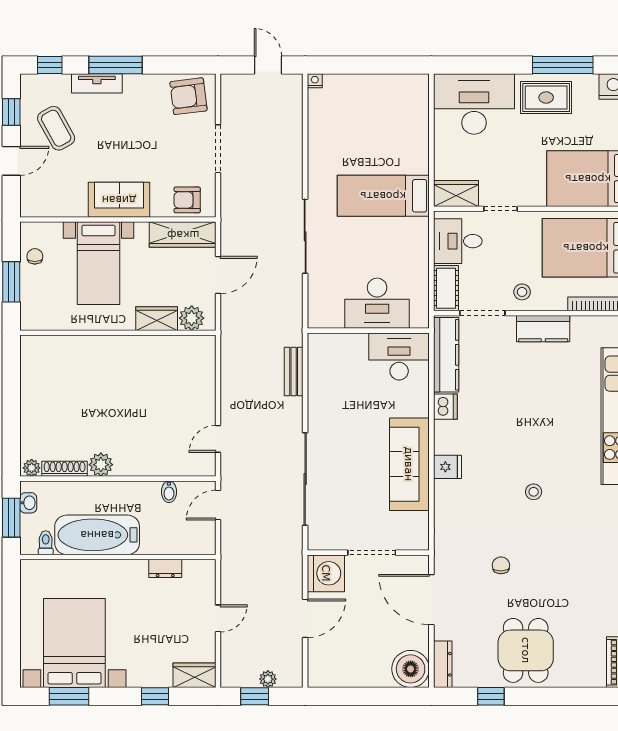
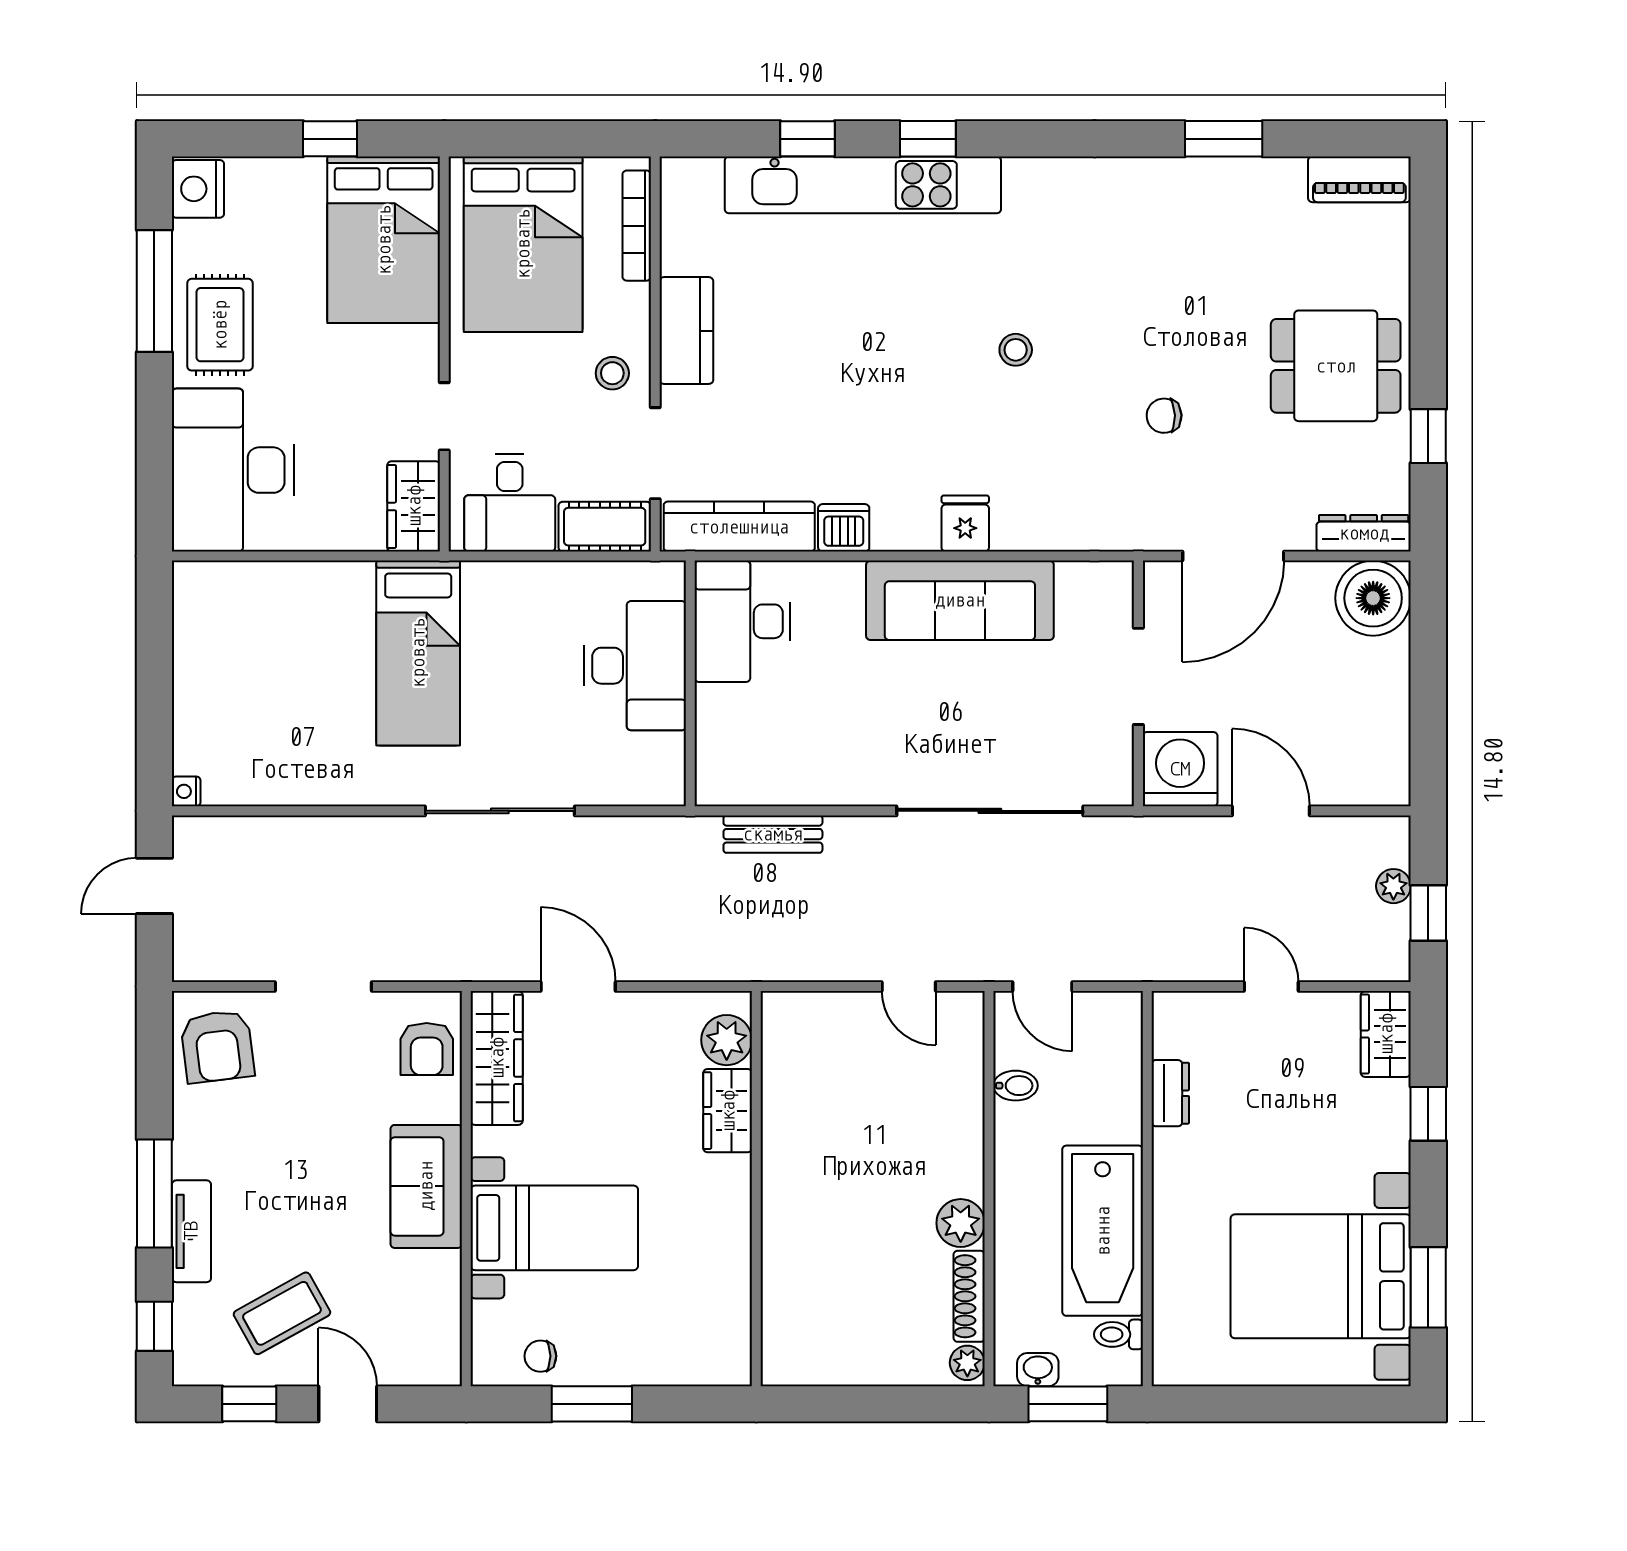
plant: (192, 318) -> (727, 1040), moved
wardrobe: (157, 319) -> (728, 1111), moved
wall: (118, 333) -> (756, 1189), moved

